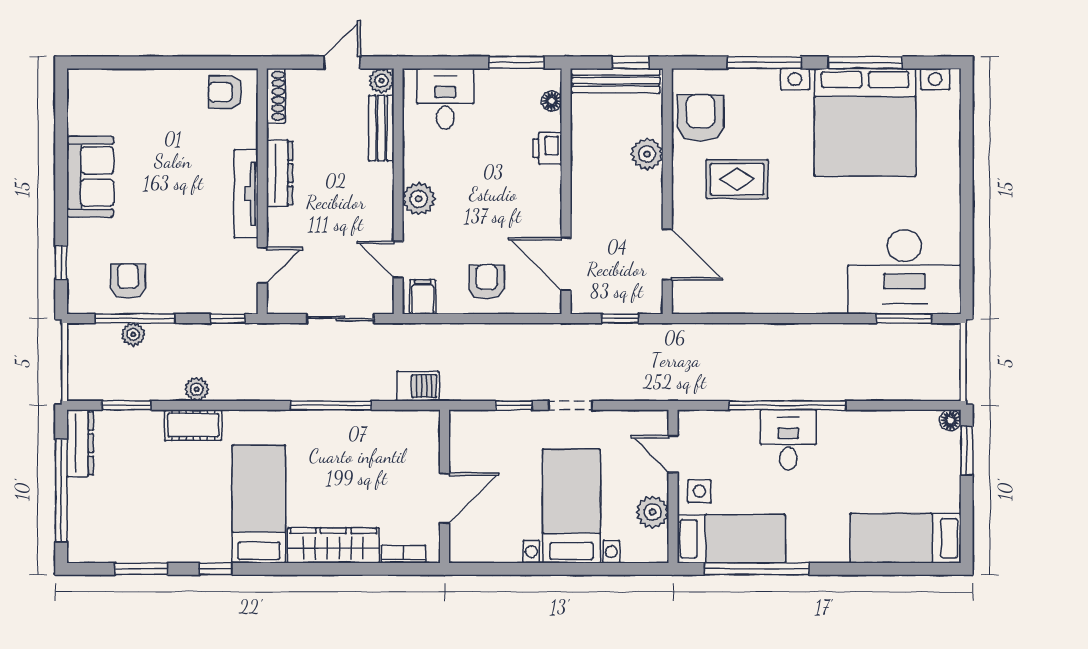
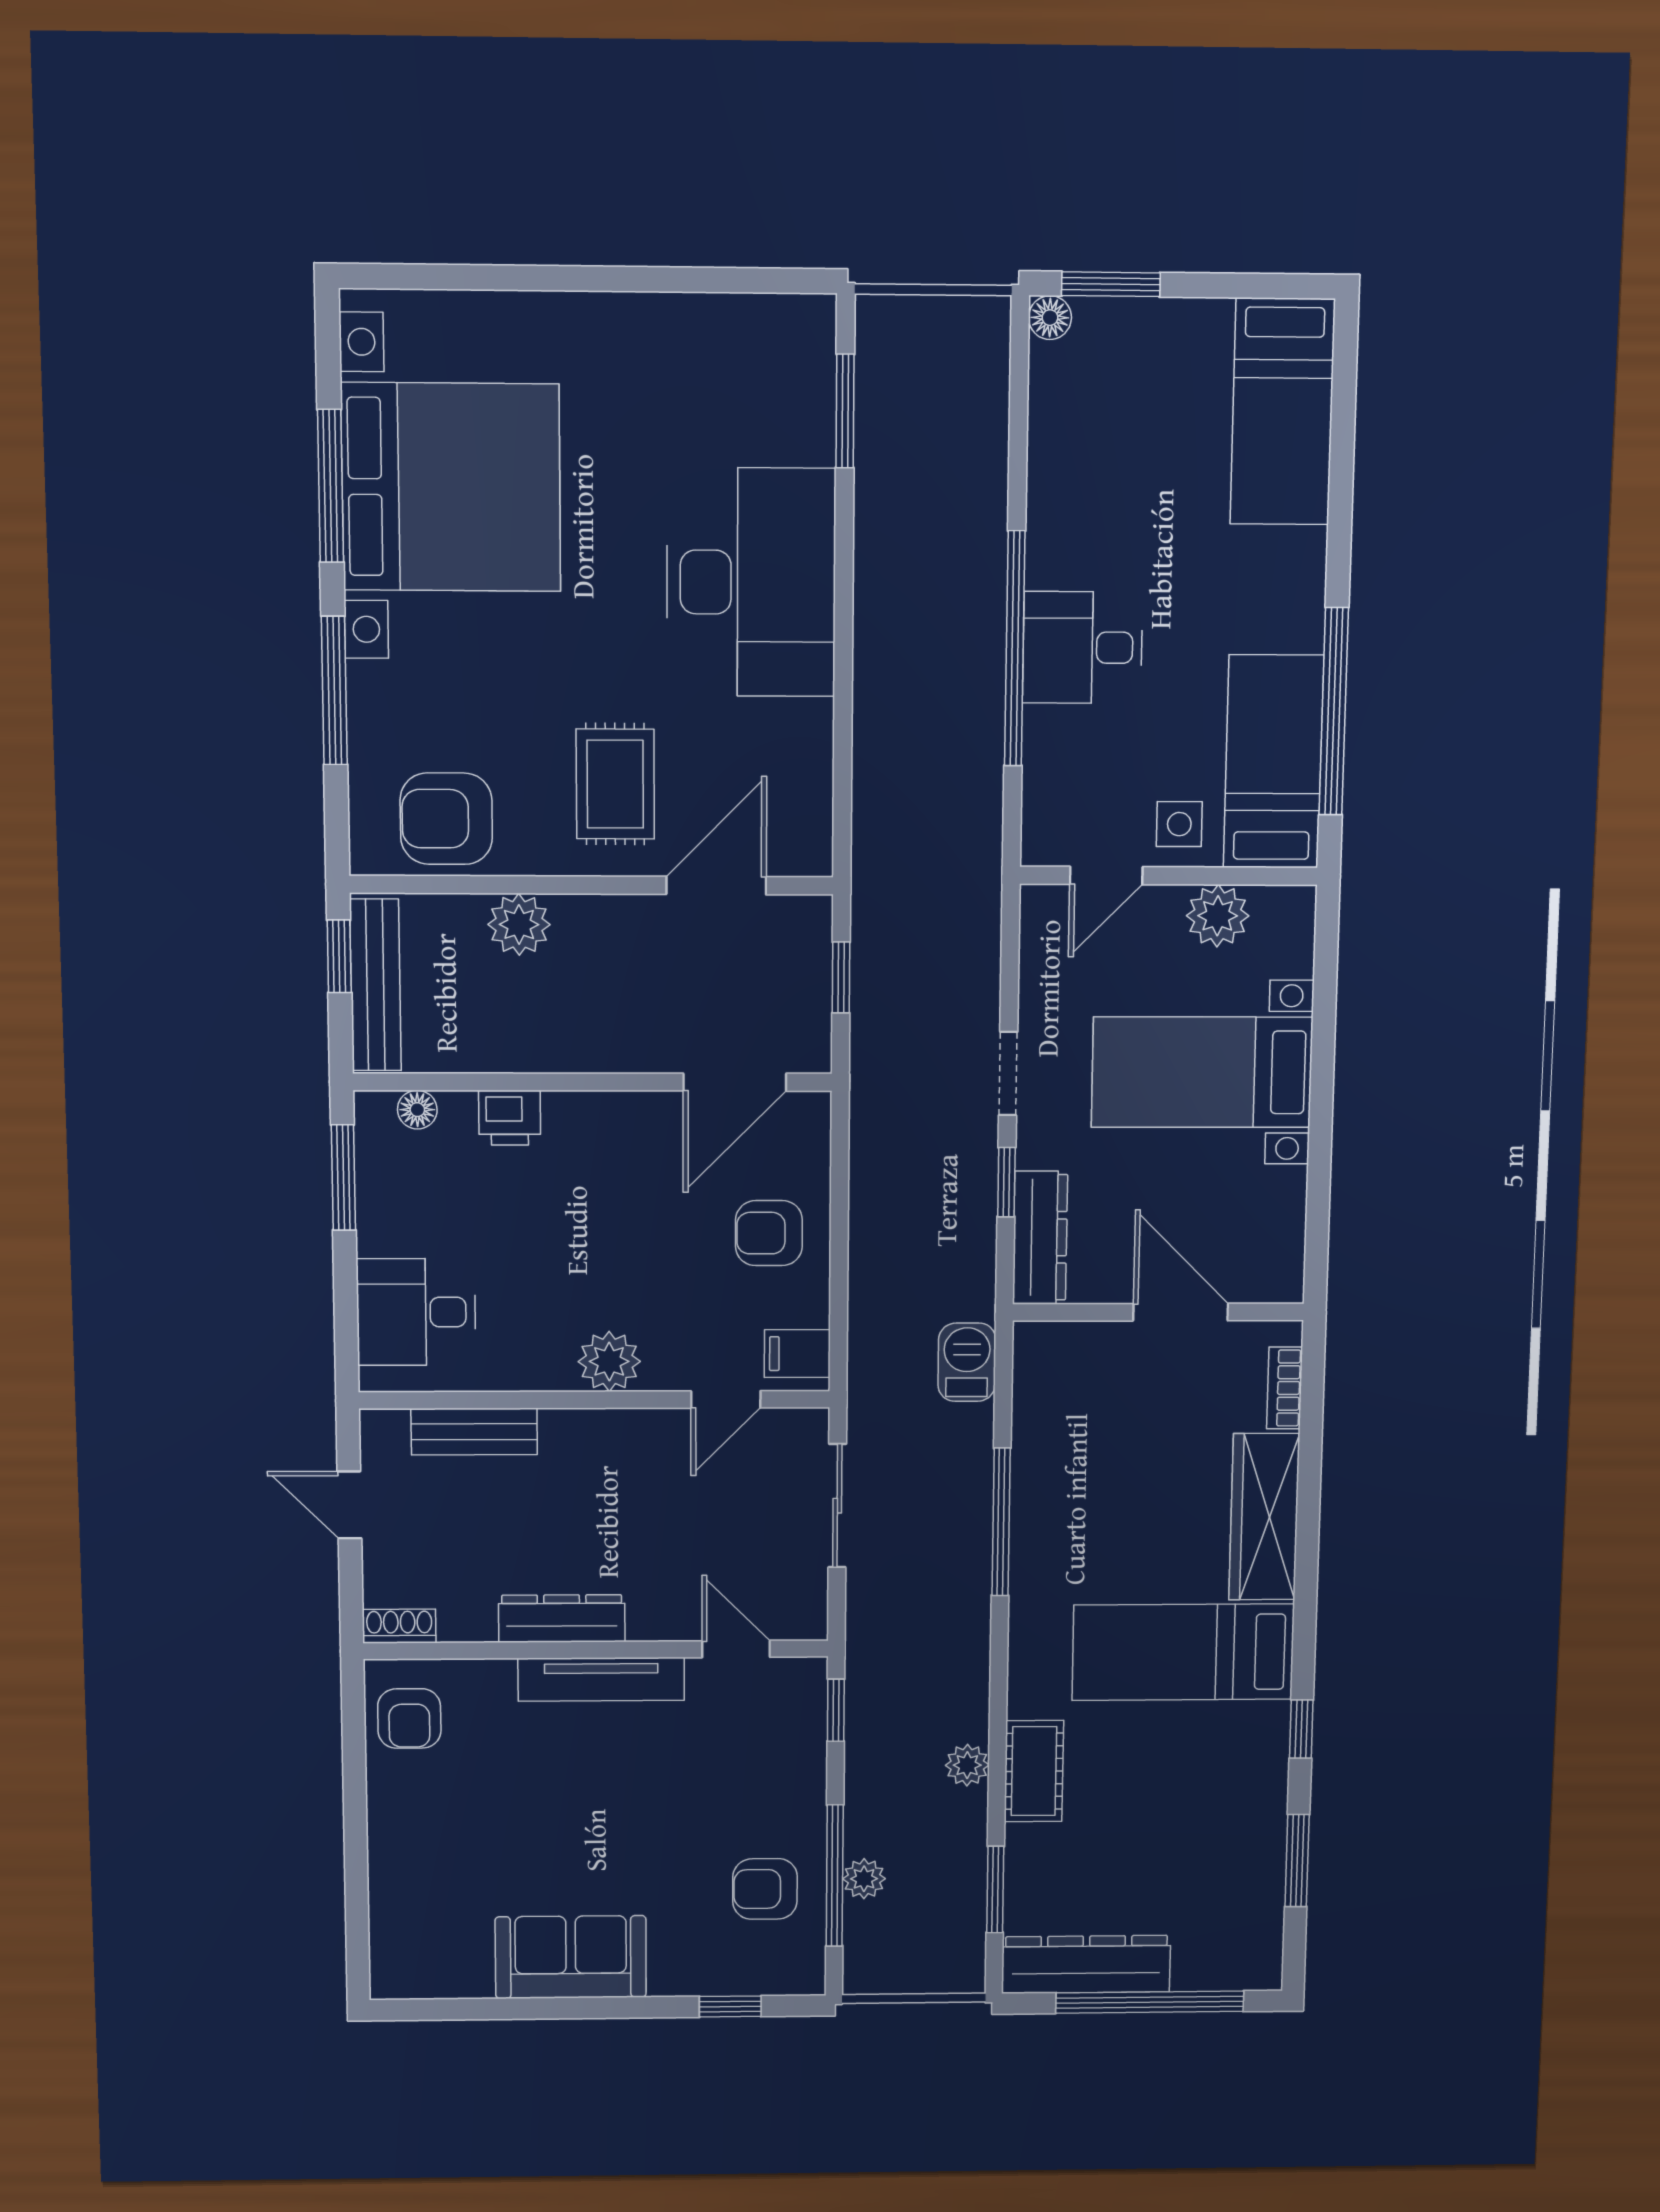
plant: (381, 81) -> (383, 1432), removed
shoe rack: (276, 96) -> (399, 1626), width x0.70
rug: (737, 179) -> (615, 784), moved
desk: (904, 272) -> (751, 582), moved
dresser: (484, 423) -> (1040, 1237), added
dresser: (80, 443) -> (1086, 1964), width x1.37, depth x1.24

